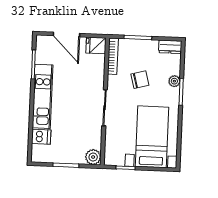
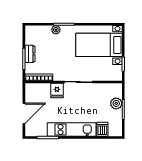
fridge: (96, 45) -> (57, 90), moved
dresser: (170, 47) -> (30, 54), moved
chair: (140, 80) -> (56, 56), removed
plant: (93, 157) -> (116, 103), moved

